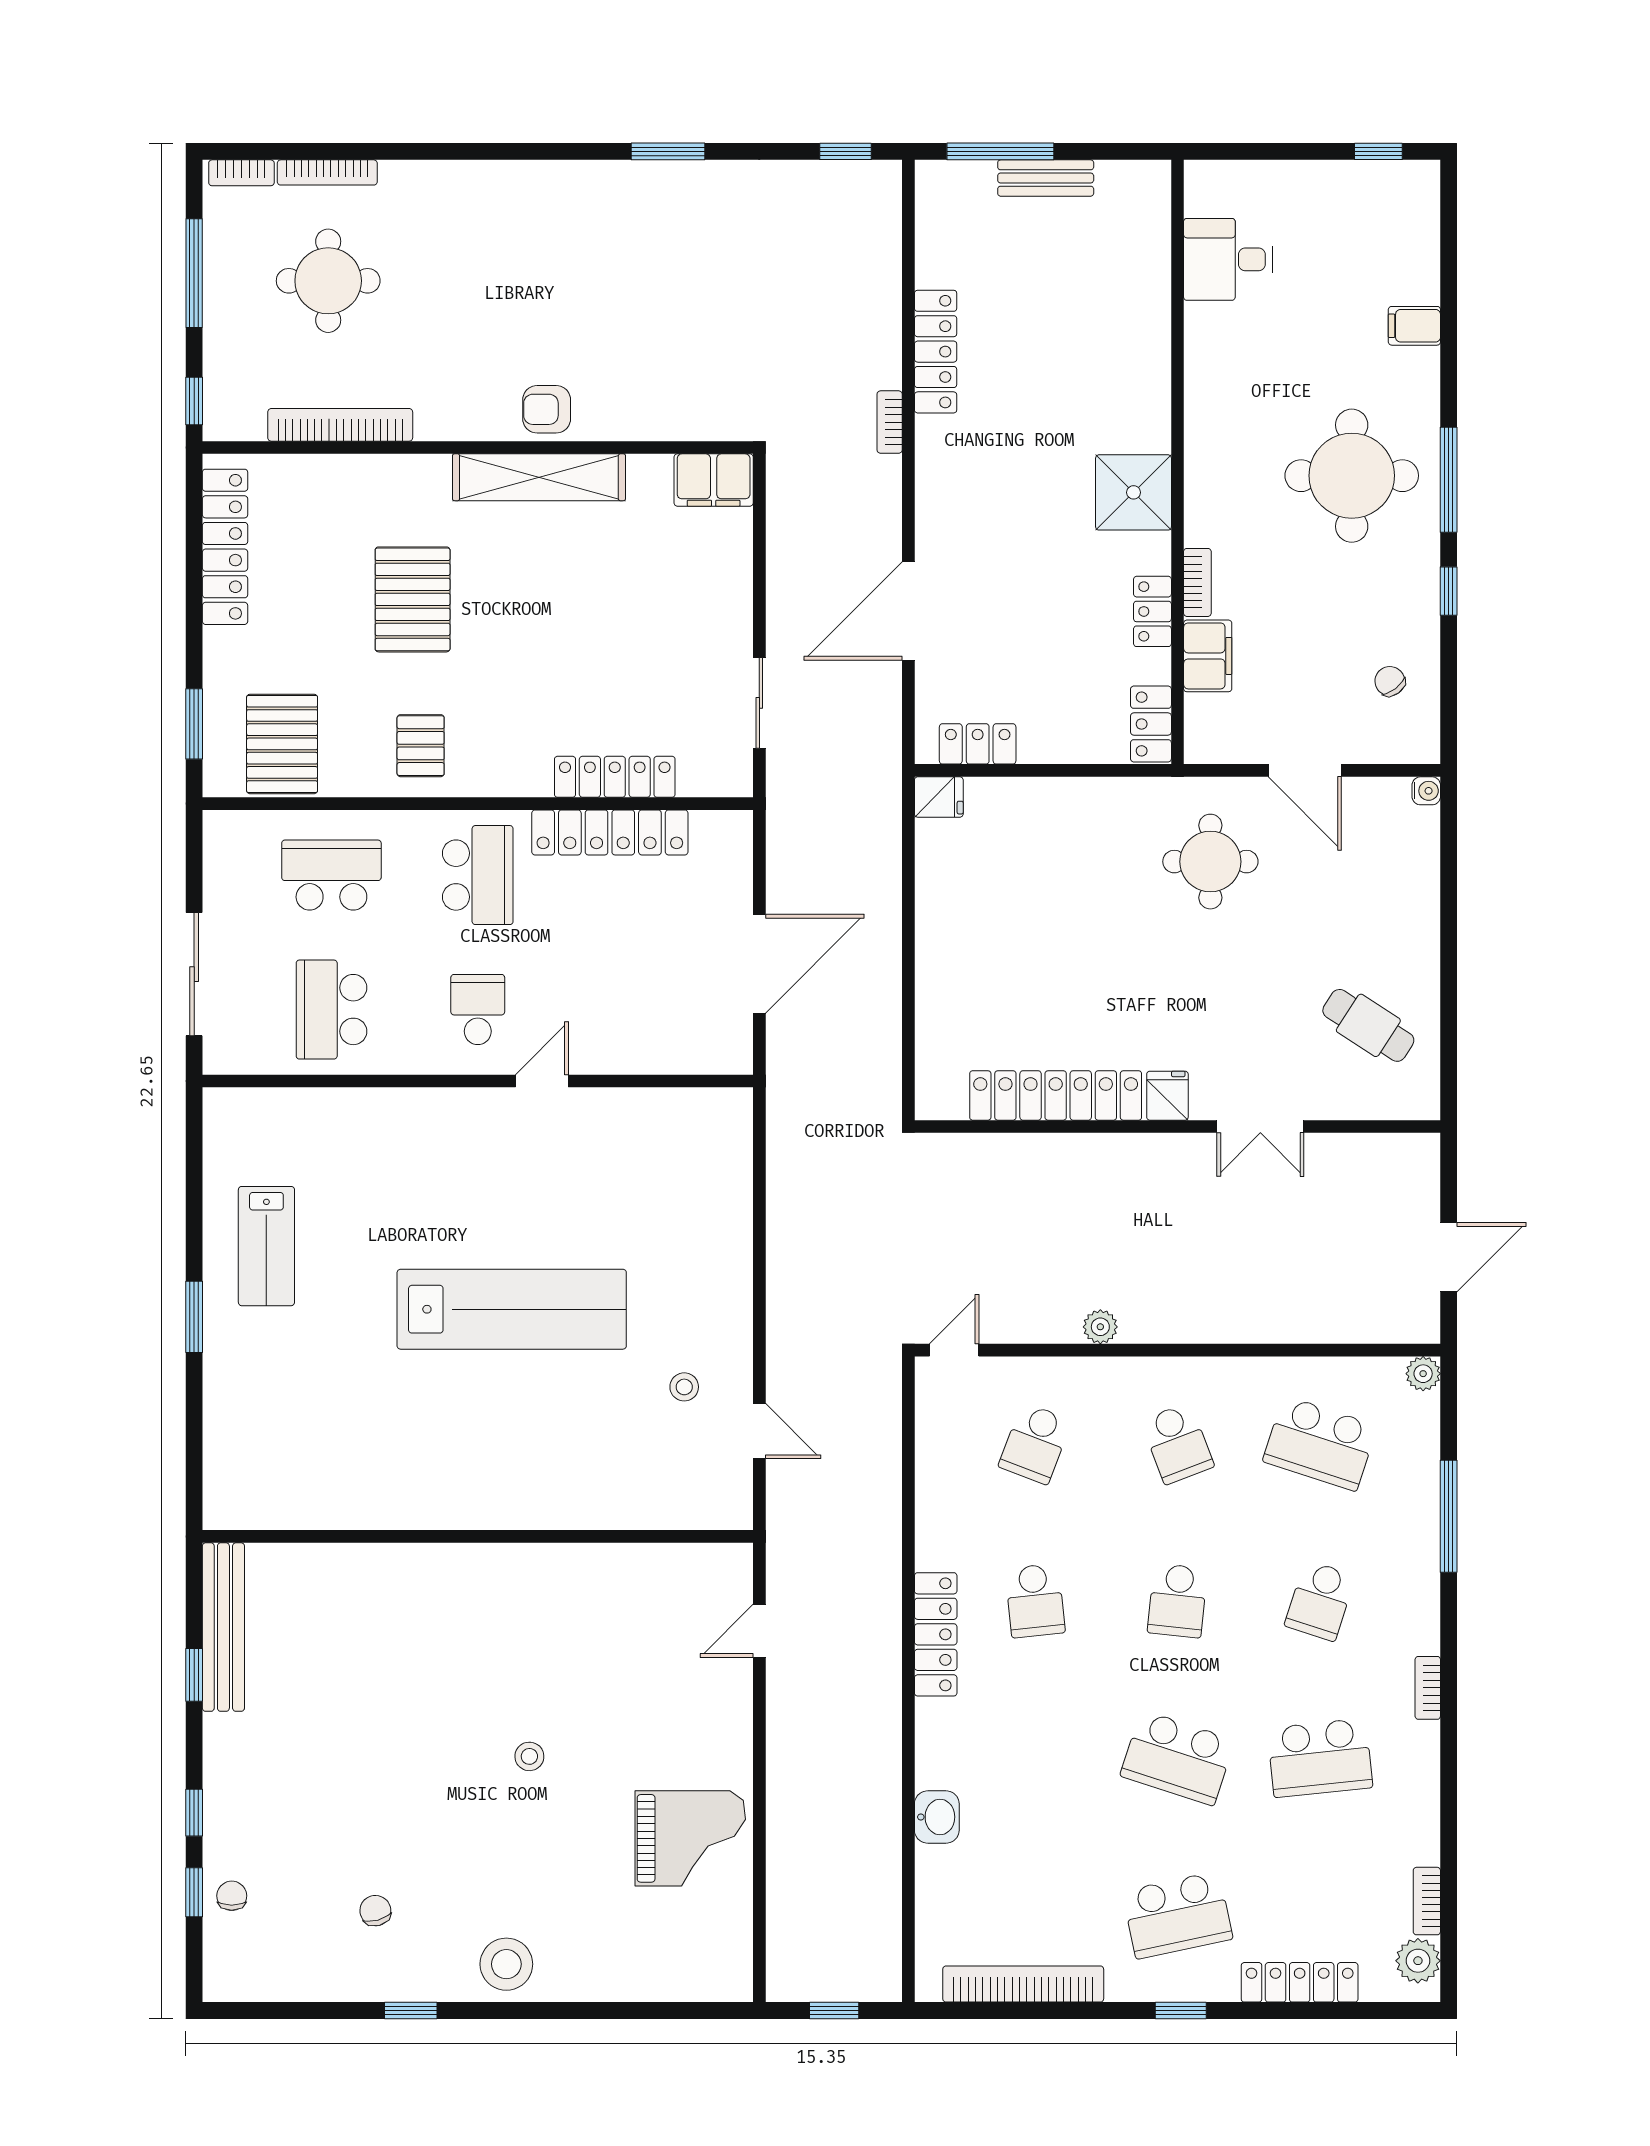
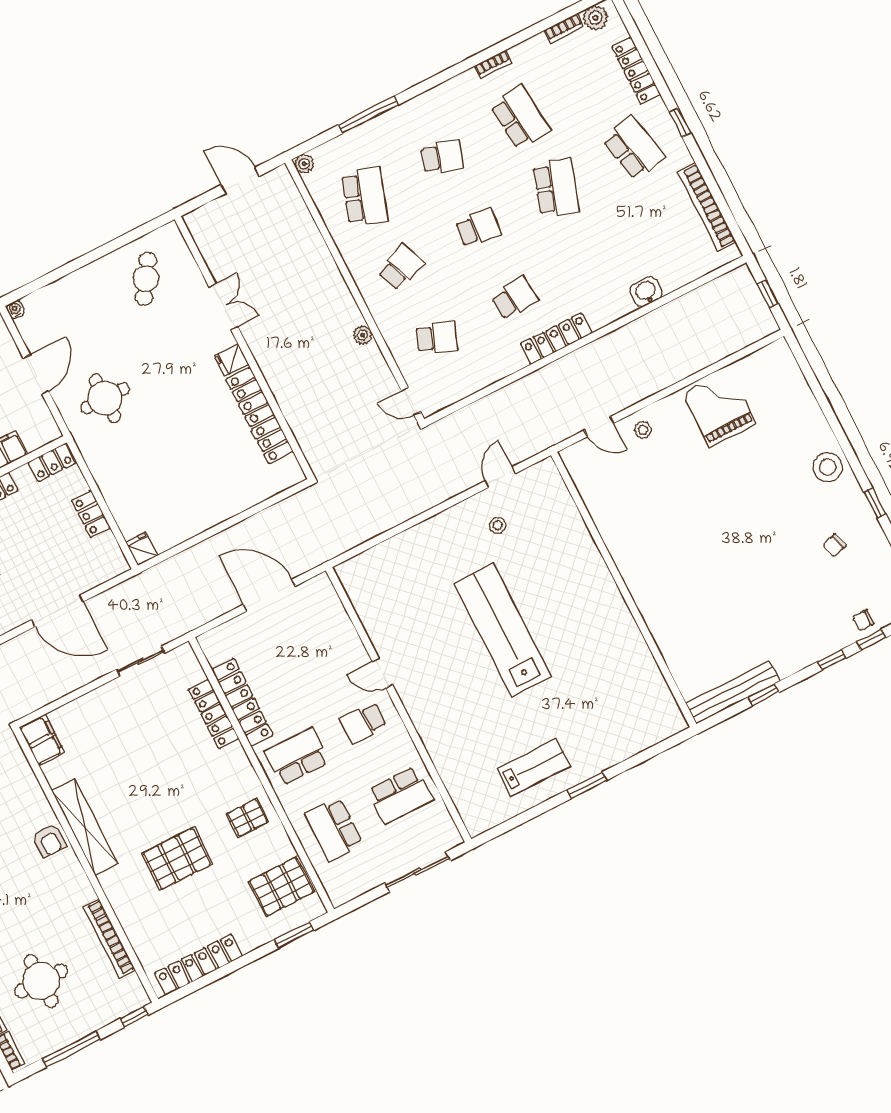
locker: (978, 744) -> (91, 514), moved
bookcase: (1428, 1688) -> (493, 64), moved
stool: (529, 1756) -> (643, 430), moved

